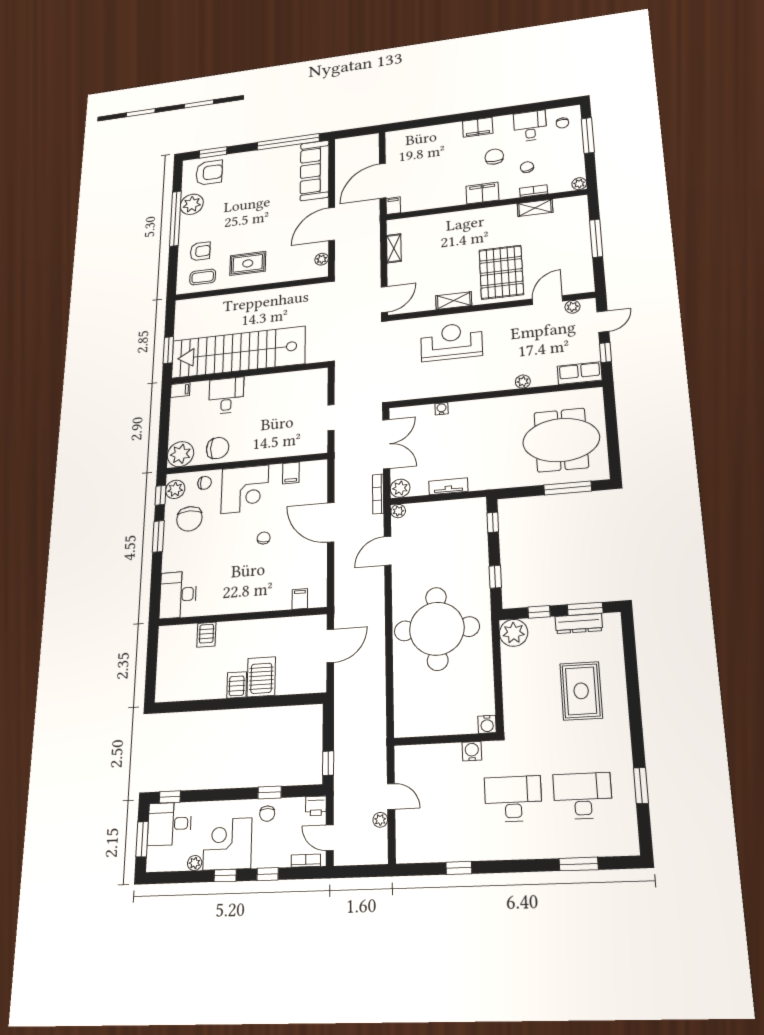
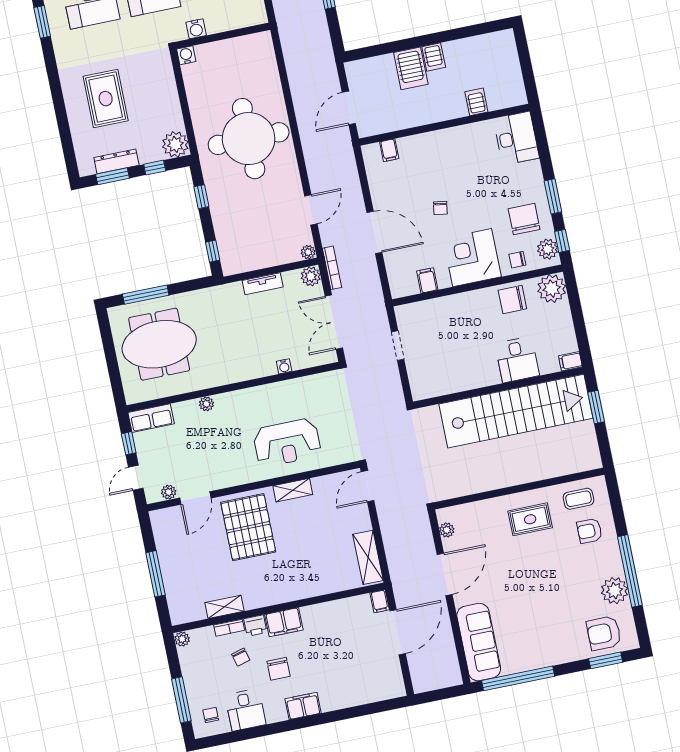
printer: (509, 192) -> (255, 626), added
shelving: (394, 248) -> (368, 557), width x1.50, depth x1.33

